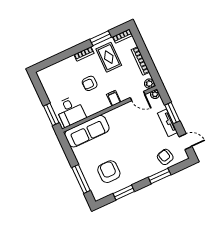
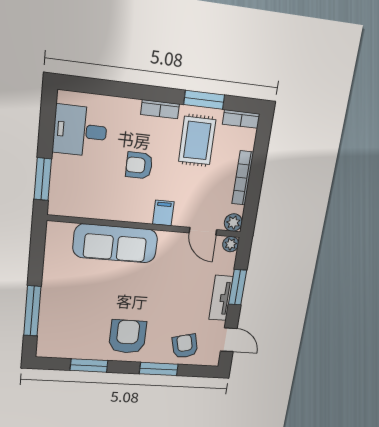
desk: (70, 111) -> (80, 131), moved, turned 90
sofa: (87, 131) -> (115, 243), moved
armchair: (109, 172) -> (128, 337), moved

